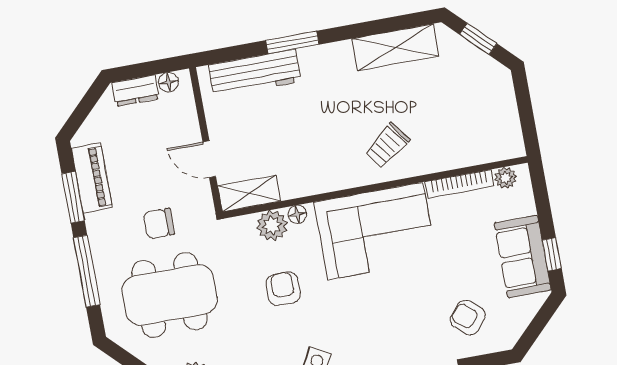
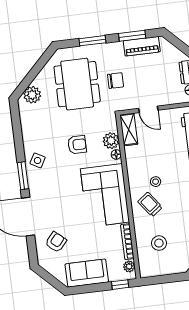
stool: (459, 125) -> (159, 243), added
stool: (344, 138) -> (156, 182), added
door: (209, 159) -> (148, 109), swing flipped
chair: (159, 223) -> (116, 81), turned 90
window: (552, 254) -> (120, 285), moved
window: (87, 271) -> (92, 41), width x0.69

